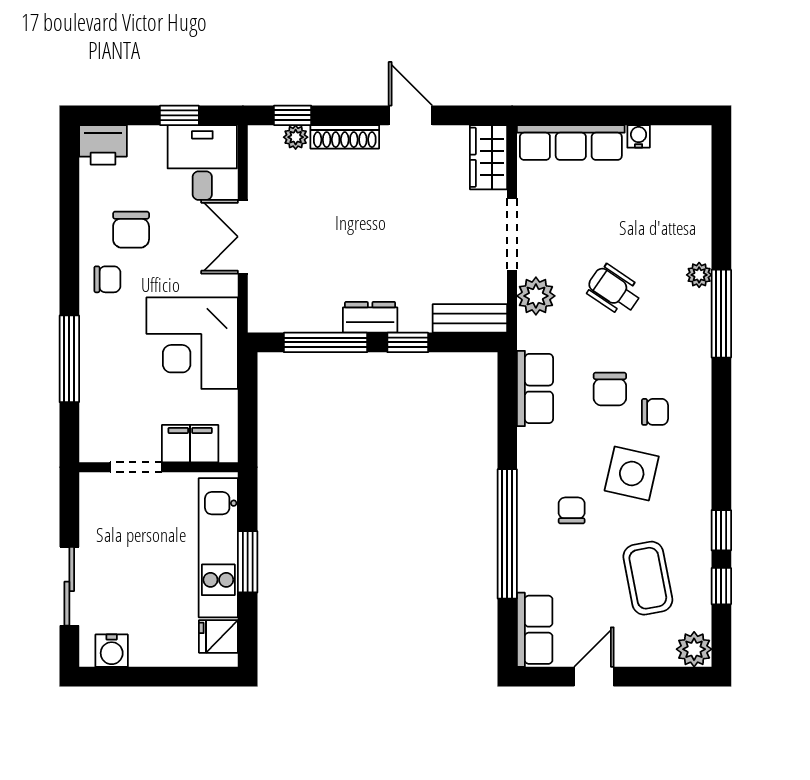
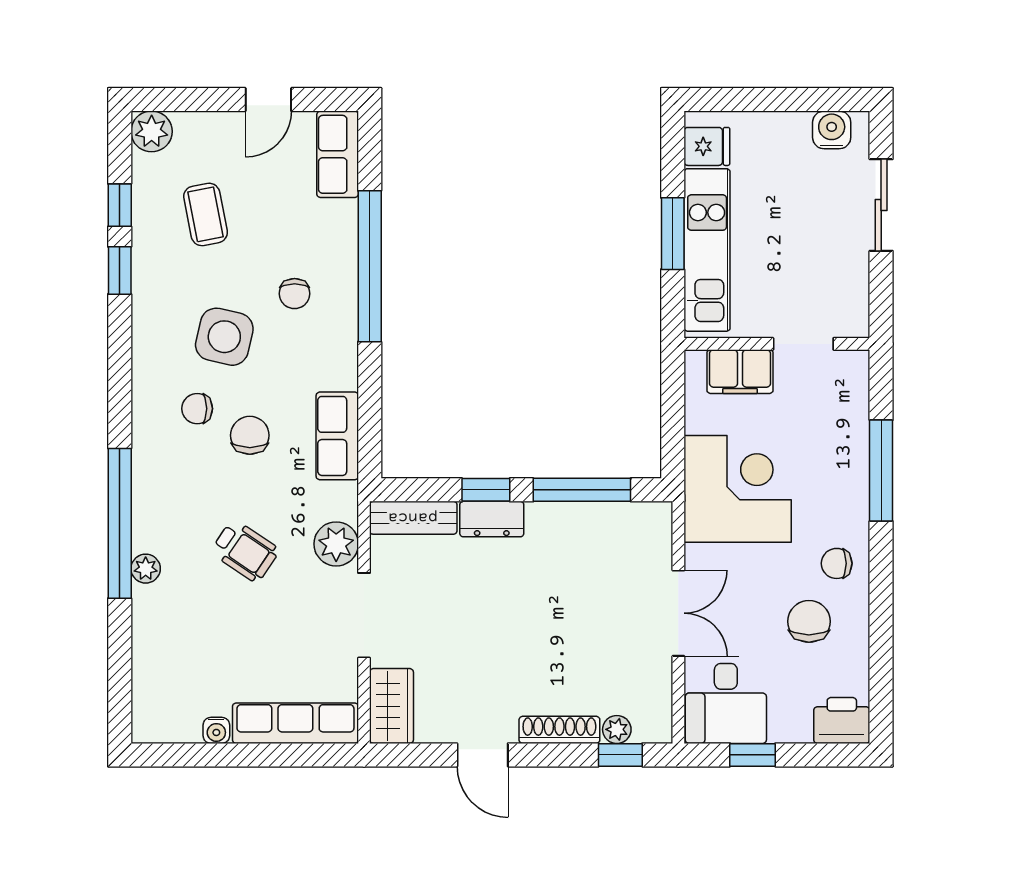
window: (721, 314) -> (120, 523), width x1.46
dresser: (370, 317) -> (492, 519), moved
coffee table: (648, 578) -> (206, 214), width x0.73, depth x0.77

